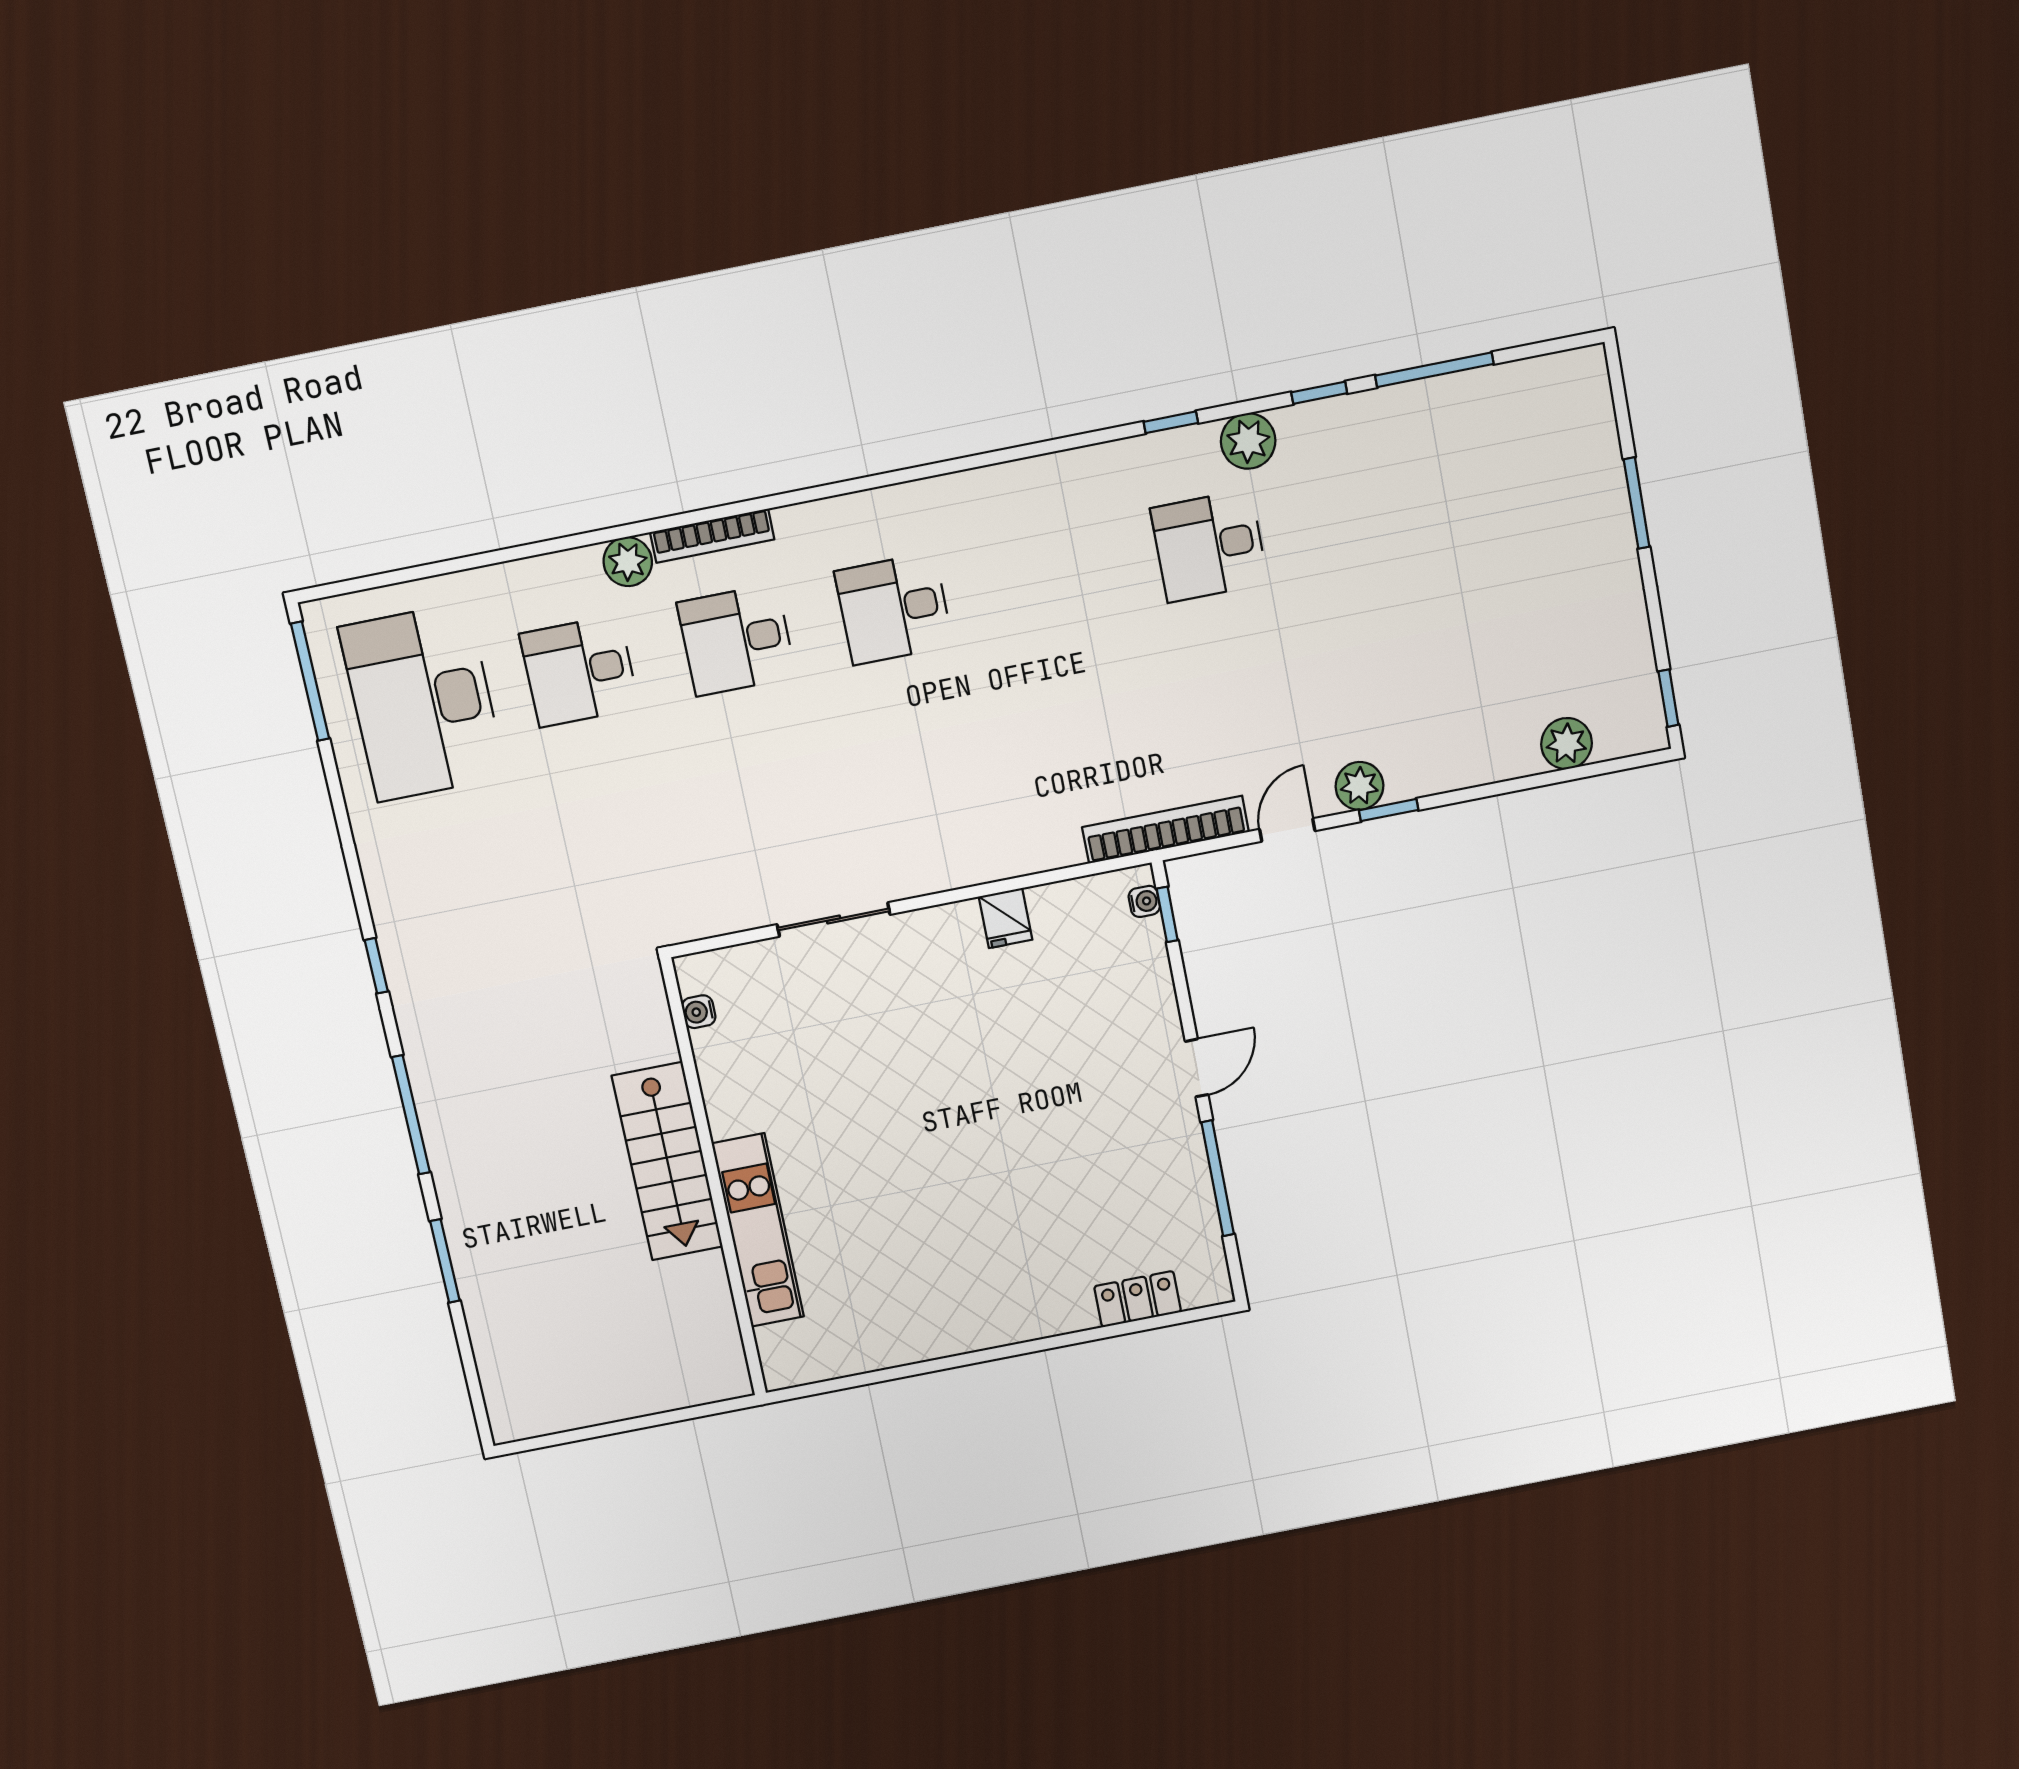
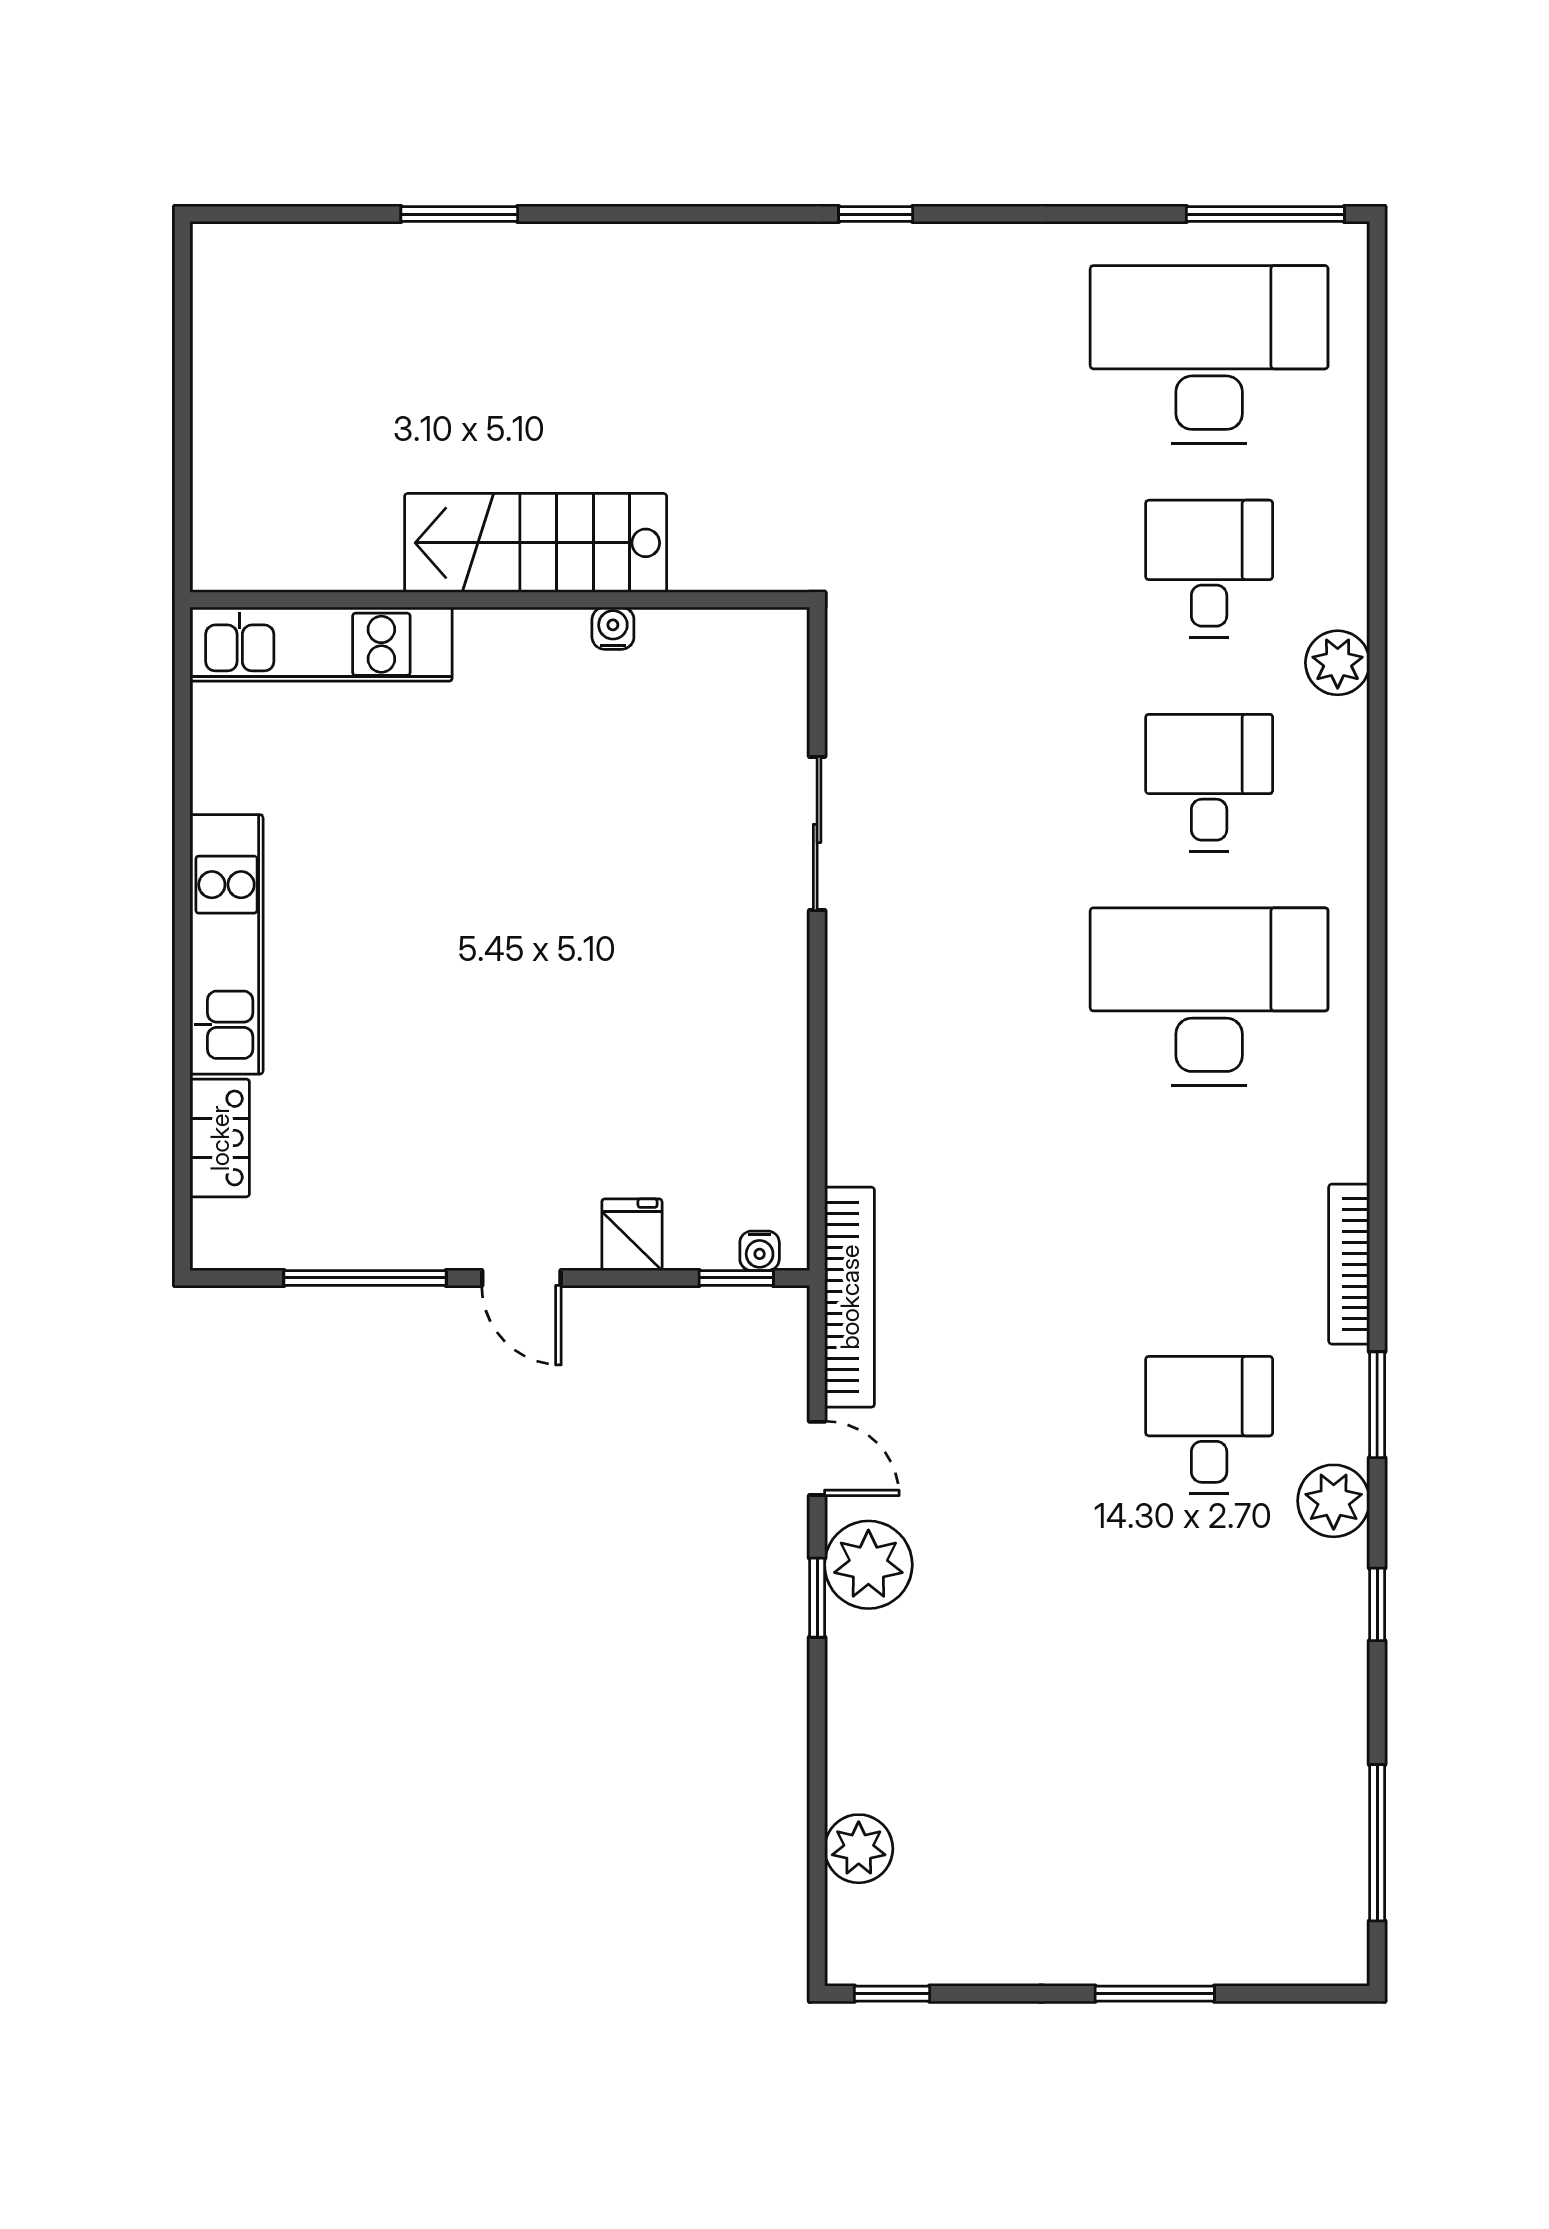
window: (1434, 370) -> (1377, 1843), moved
window: (1171, 422) -> (1377, 1405), width x1.50
bookcase: (712, 536) -> (1349, 1264), moved
desk: (894, 609) -> (1209, 997), width x1.87, depth x1.30
plant: (1359, 786) -> (868, 1565), width x1.36, depth x1.36
fridge: (1006, 918) -> (632, 1235), moved, turned 90
water cooler: (699, 1012) -> (613, 628), moved
window: (411, 1115) -> (667, 214), removed
kitchen unit: (758, 1230) -> (321, 644), moved
kitchen unit: (999, 1321) -> (226, 944), added

